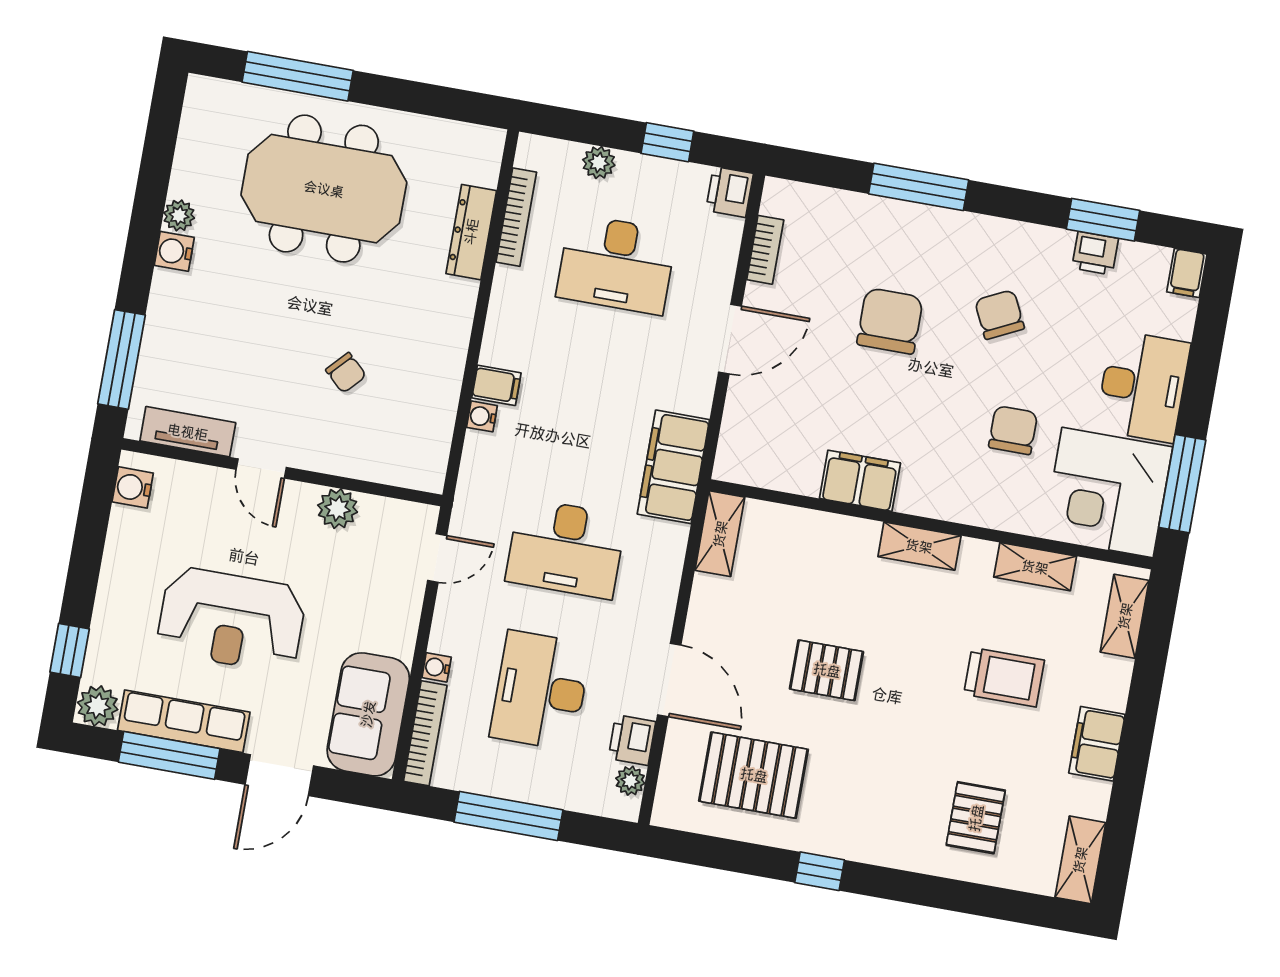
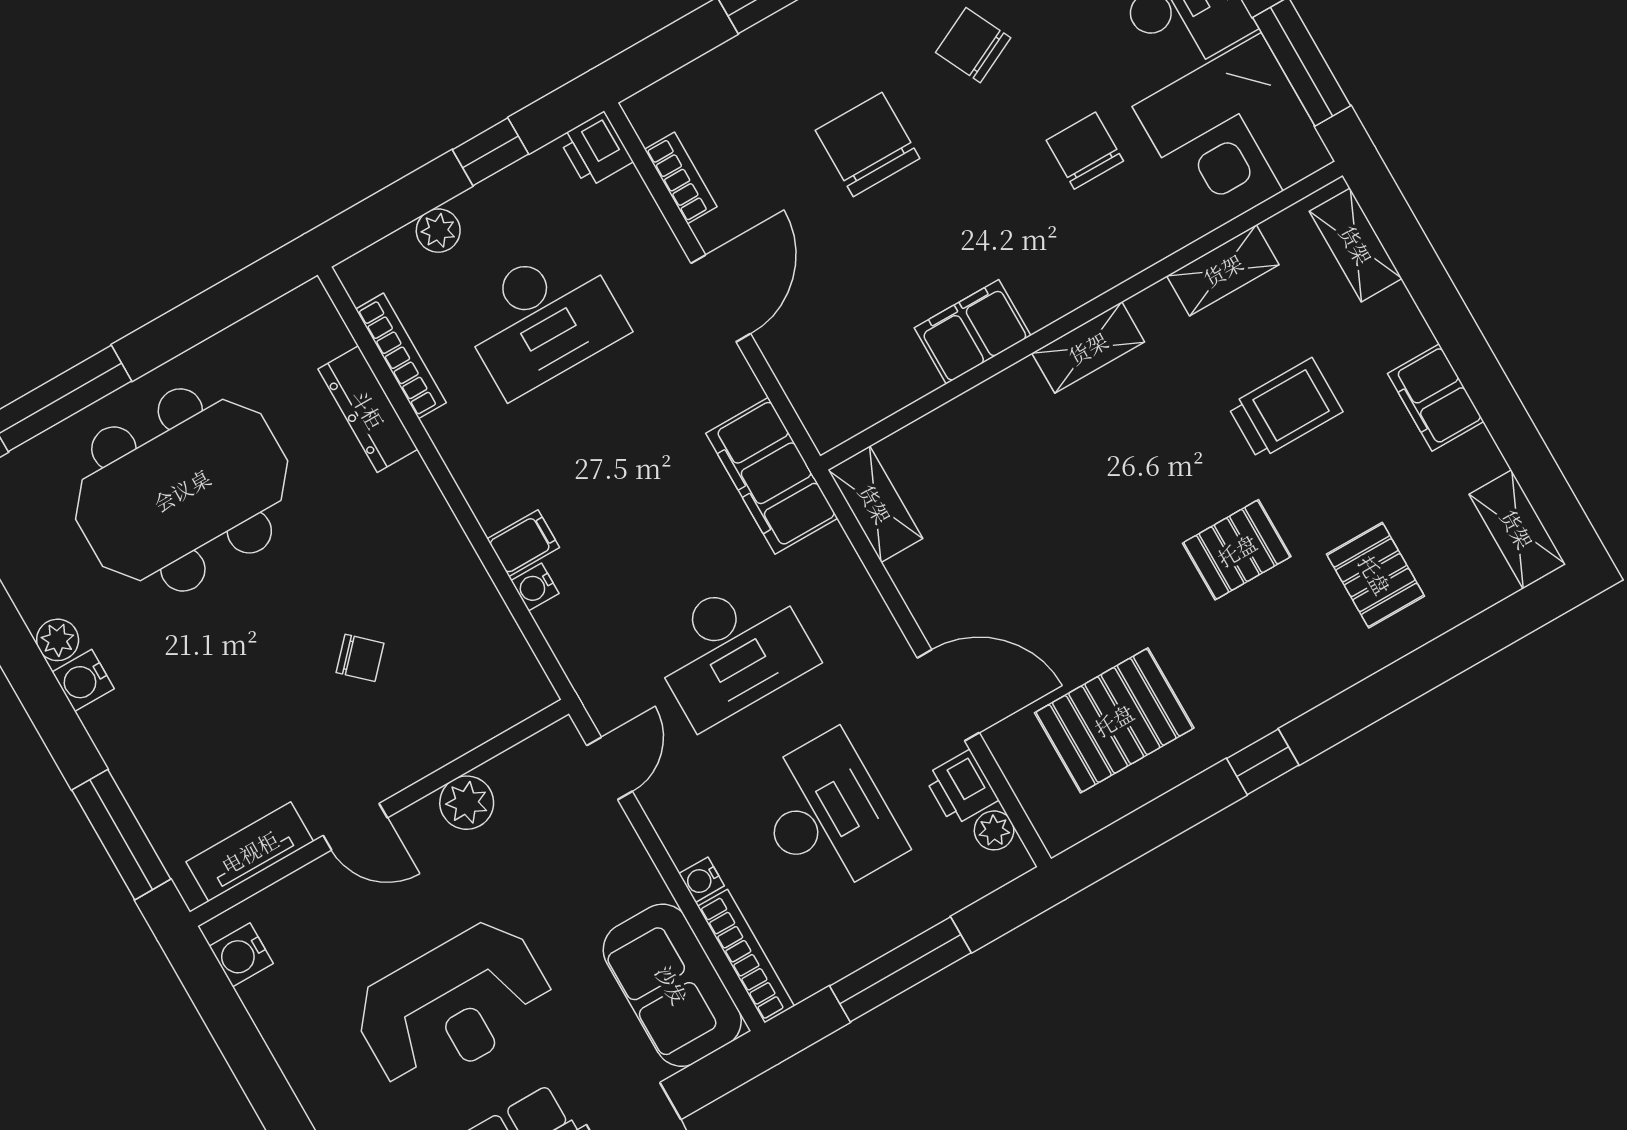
pallet: (827, 670) -> (1237, 550), moved
desk: (540, 691) -> (827, 815), turned 180

